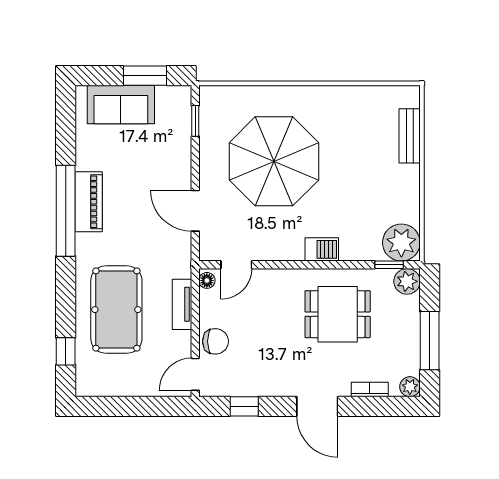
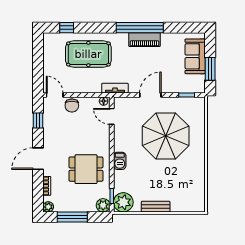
bench: (410, 136) -> (156, 207), moved
door: (195, 211) -> (150, 95), moved
tv unit: (182, 304) -> (115, 88), moved
dining table: (338, 314) -> (86, 169), turned 90

